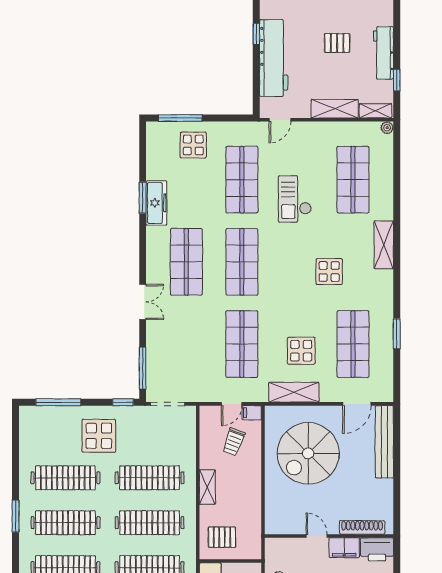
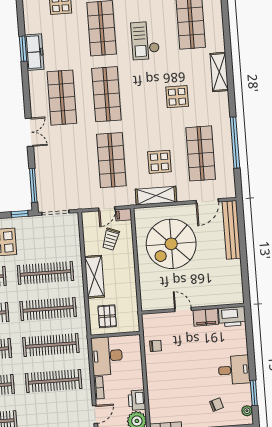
window: (397, 334) -> (235, 143), width x2.11
shelving: (207, 487) -> (94, 277), width x1.50, depth x1.33
shoe rack: (362, 527) -> (219, 300), removed
pallet: (222, 537) -> (107, 316), turned 90

